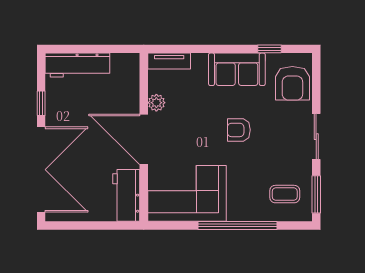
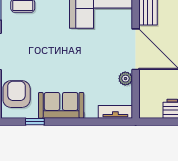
armchair: (239, 130) -> (60, 57), removed

